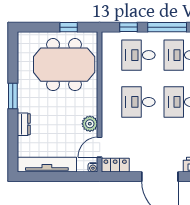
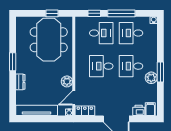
desk: (138, 55) -> (101, 33), turned 180
meeting table: (64, 65) -> (49, 40), turned 90

